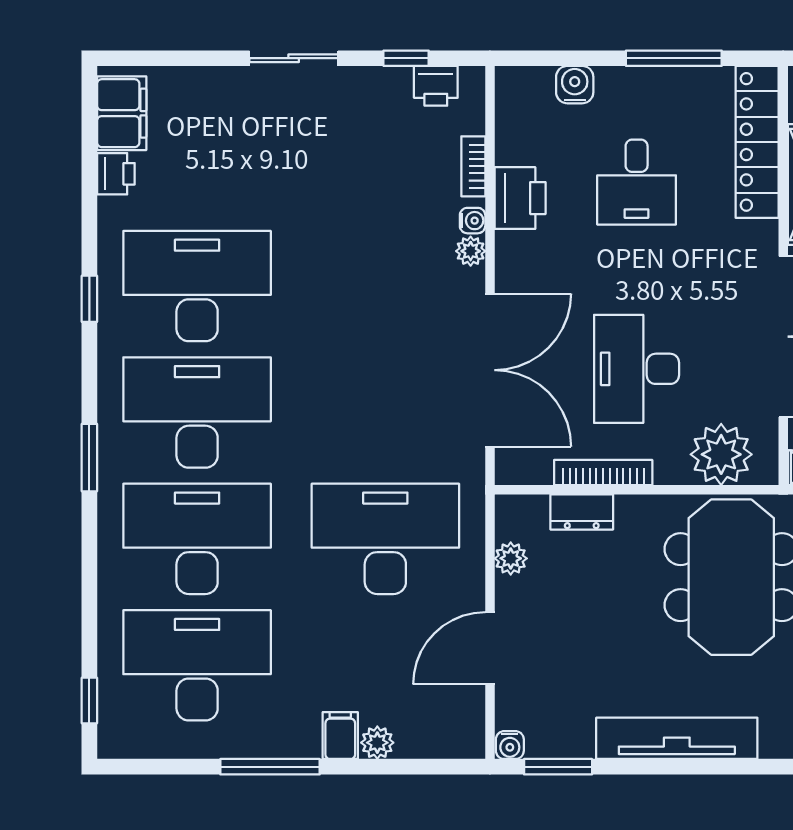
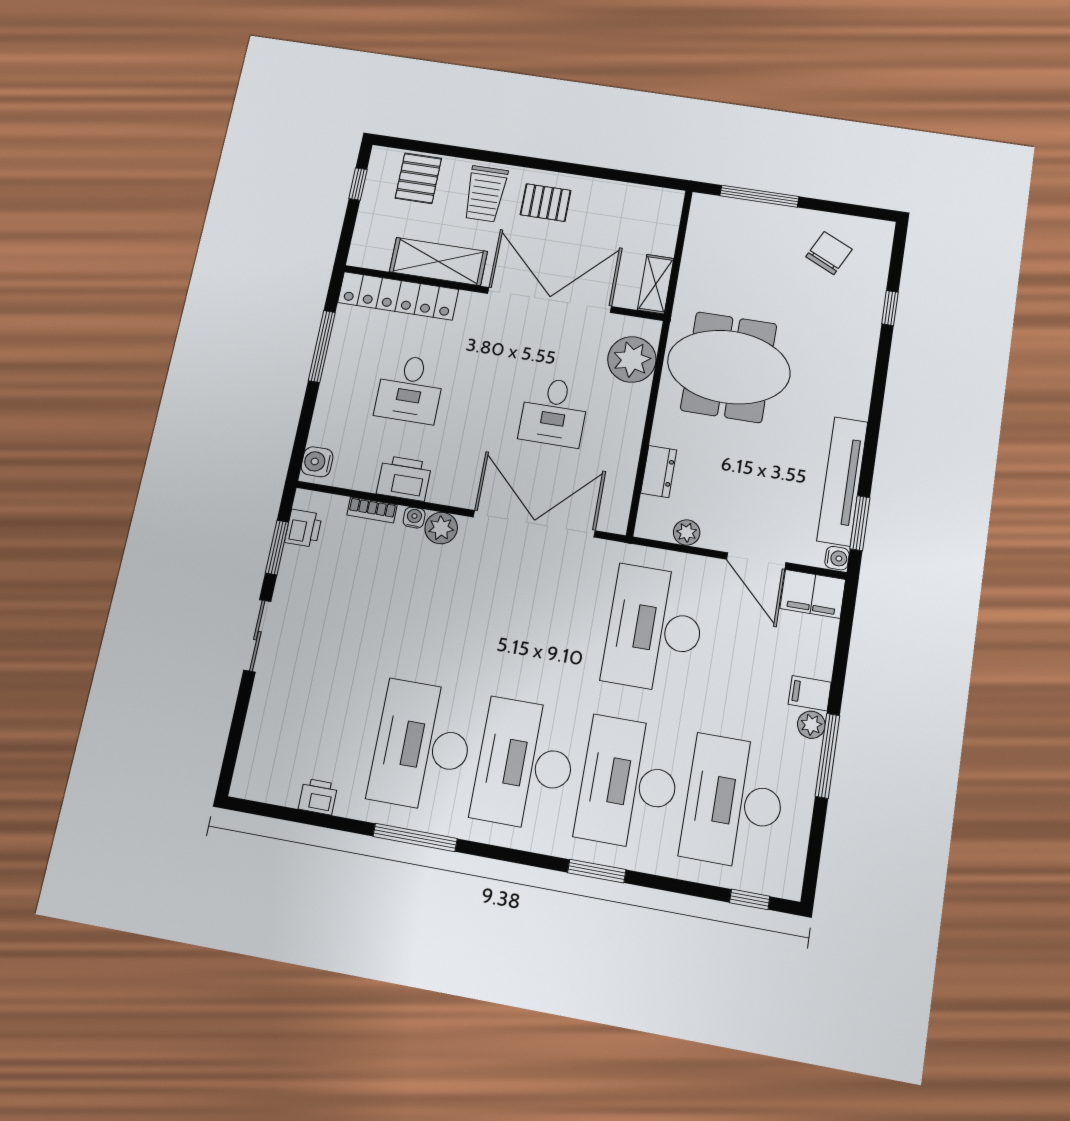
window: (406, 58) -> (277, 548), width x1.50
water cooler: (575, 85) -> (317, 462), moved
filing cabinet: (122, 113) -> (813, 594), moved, turned 180
desk: (637, 182) -> (410, 389), turned 90
plant: (471, 251) -> (441, 528), width x1.38, depth x1.38
window: (89, 299) -> (415, 838), width x2.17
desk: (637, 369) -> (554, 412), width x0.73
window: (89, 458) -> (597, 871), moved
bookcase: (603, 472) -> (630, 450), removed
tv unit: (677, 738) -> (842, 481), moved
plant: (377, 743) -> (811, 725), moved

